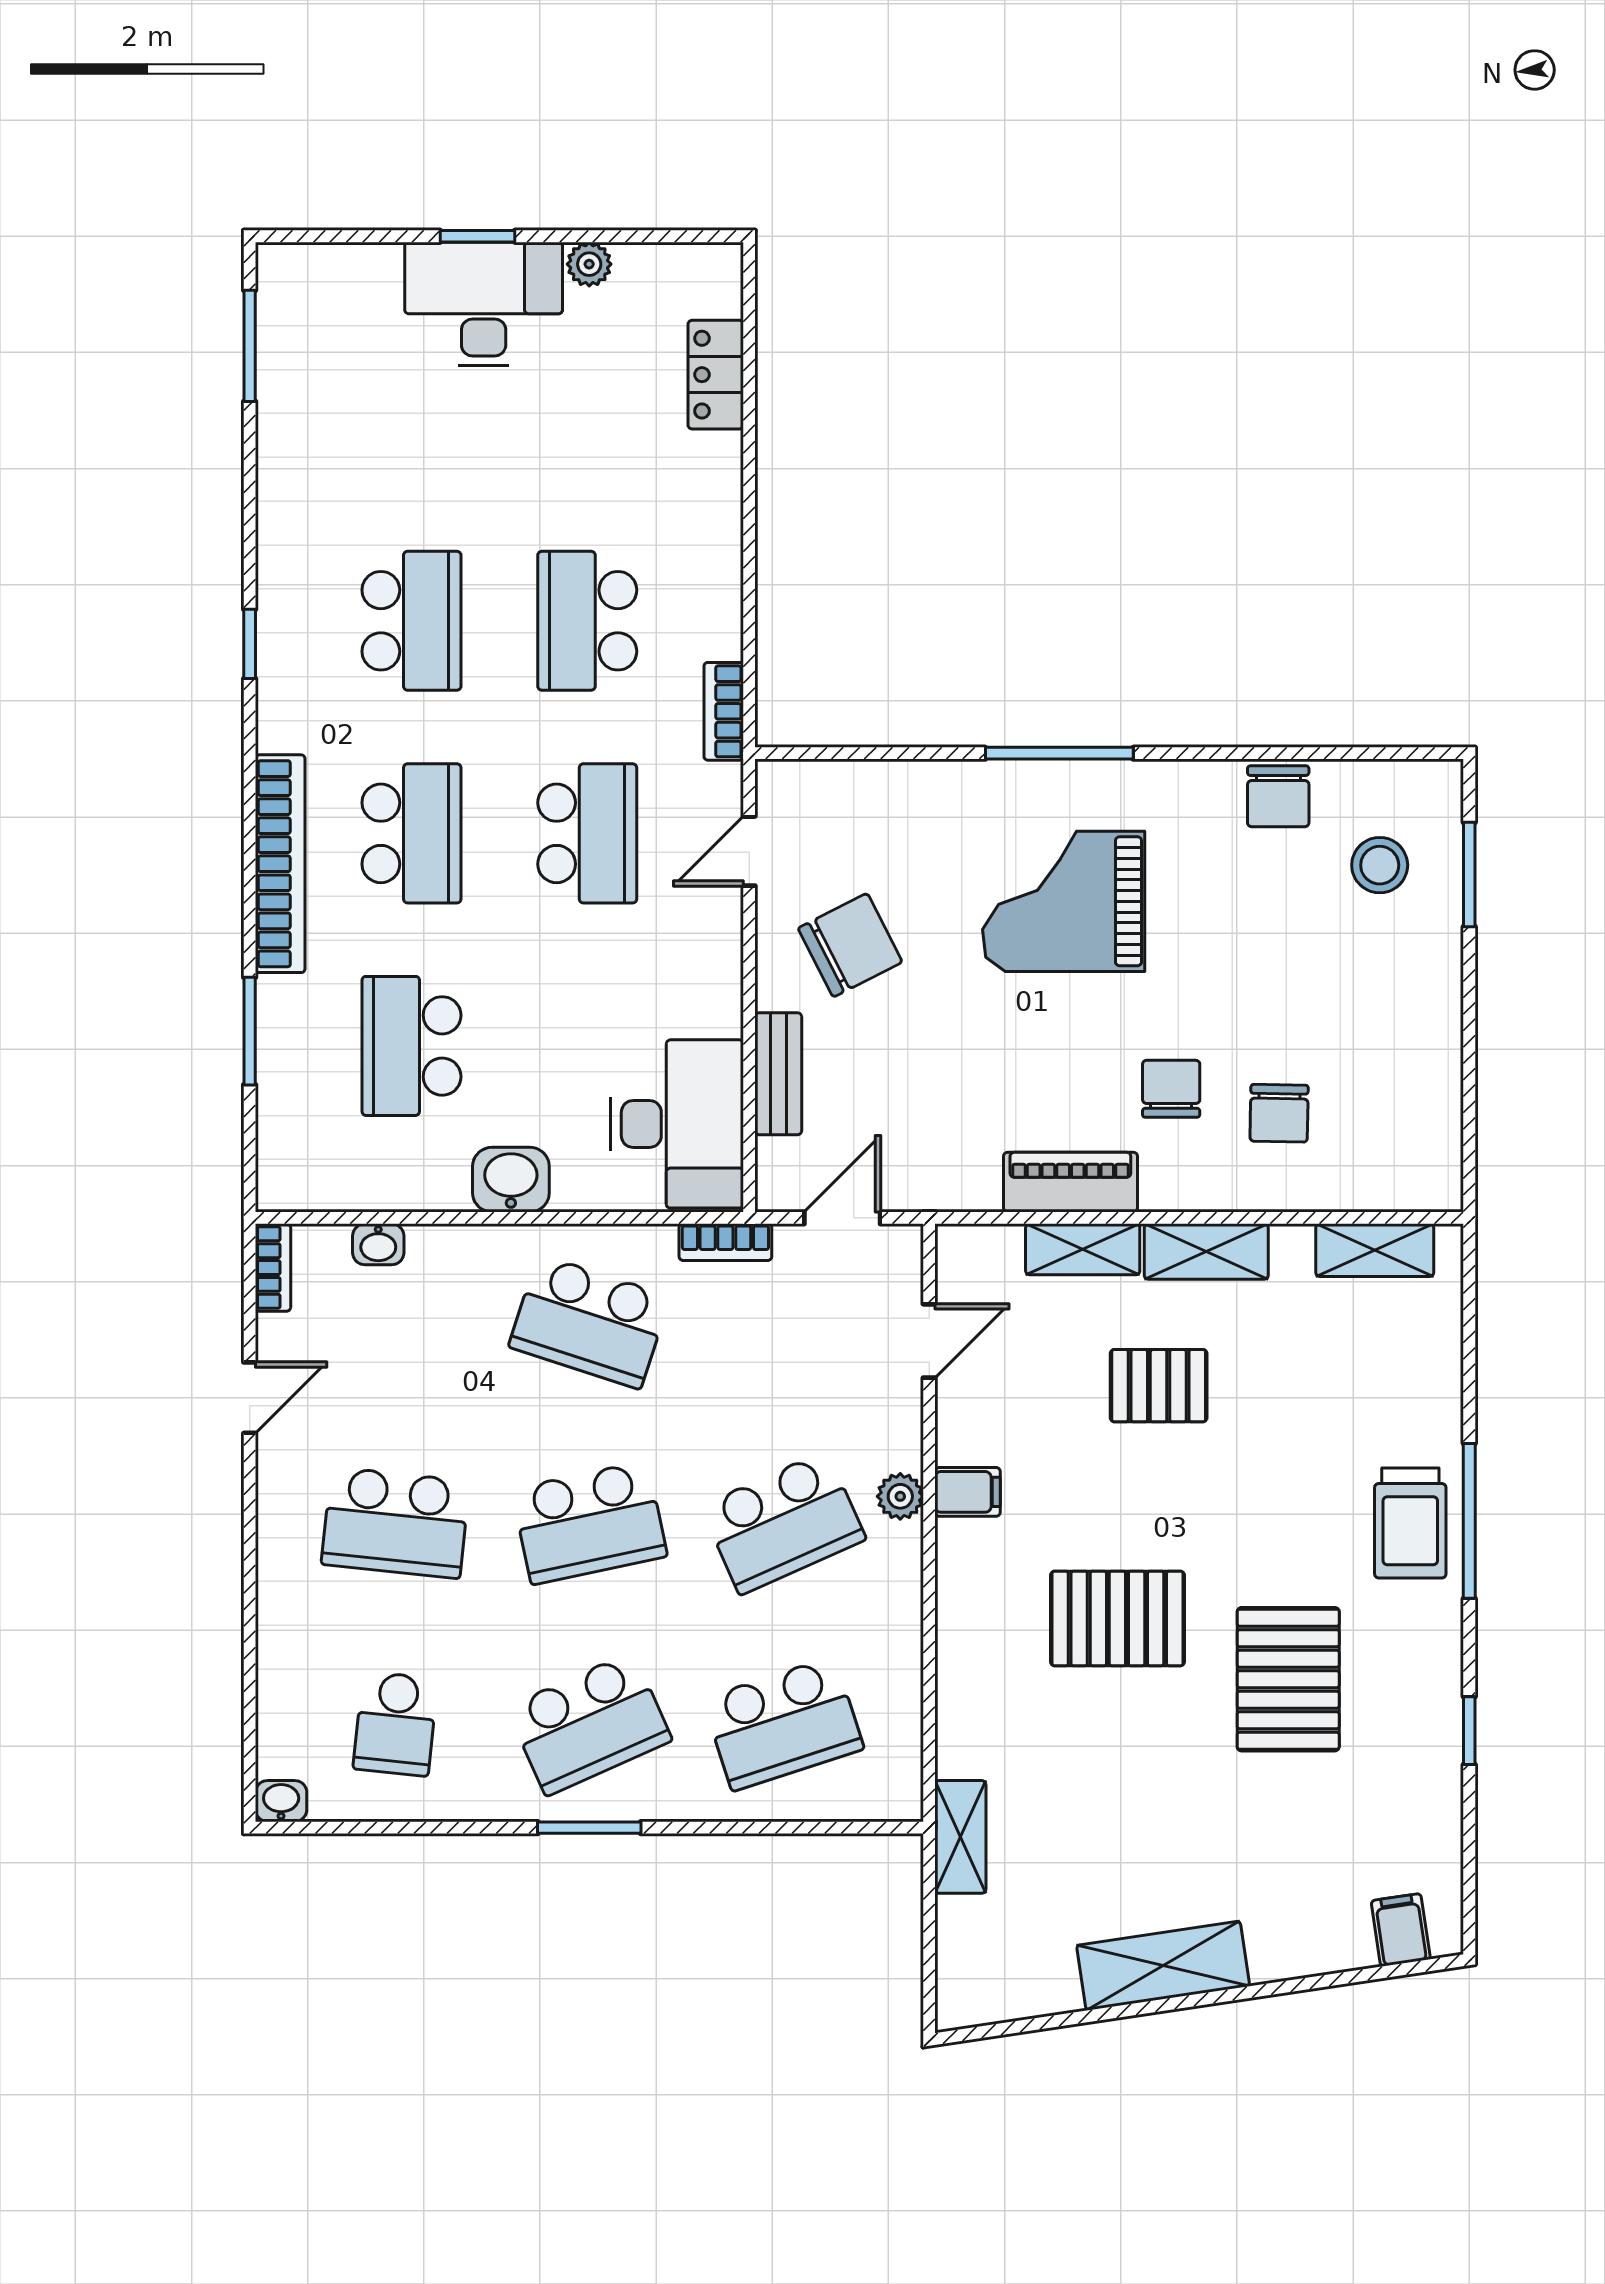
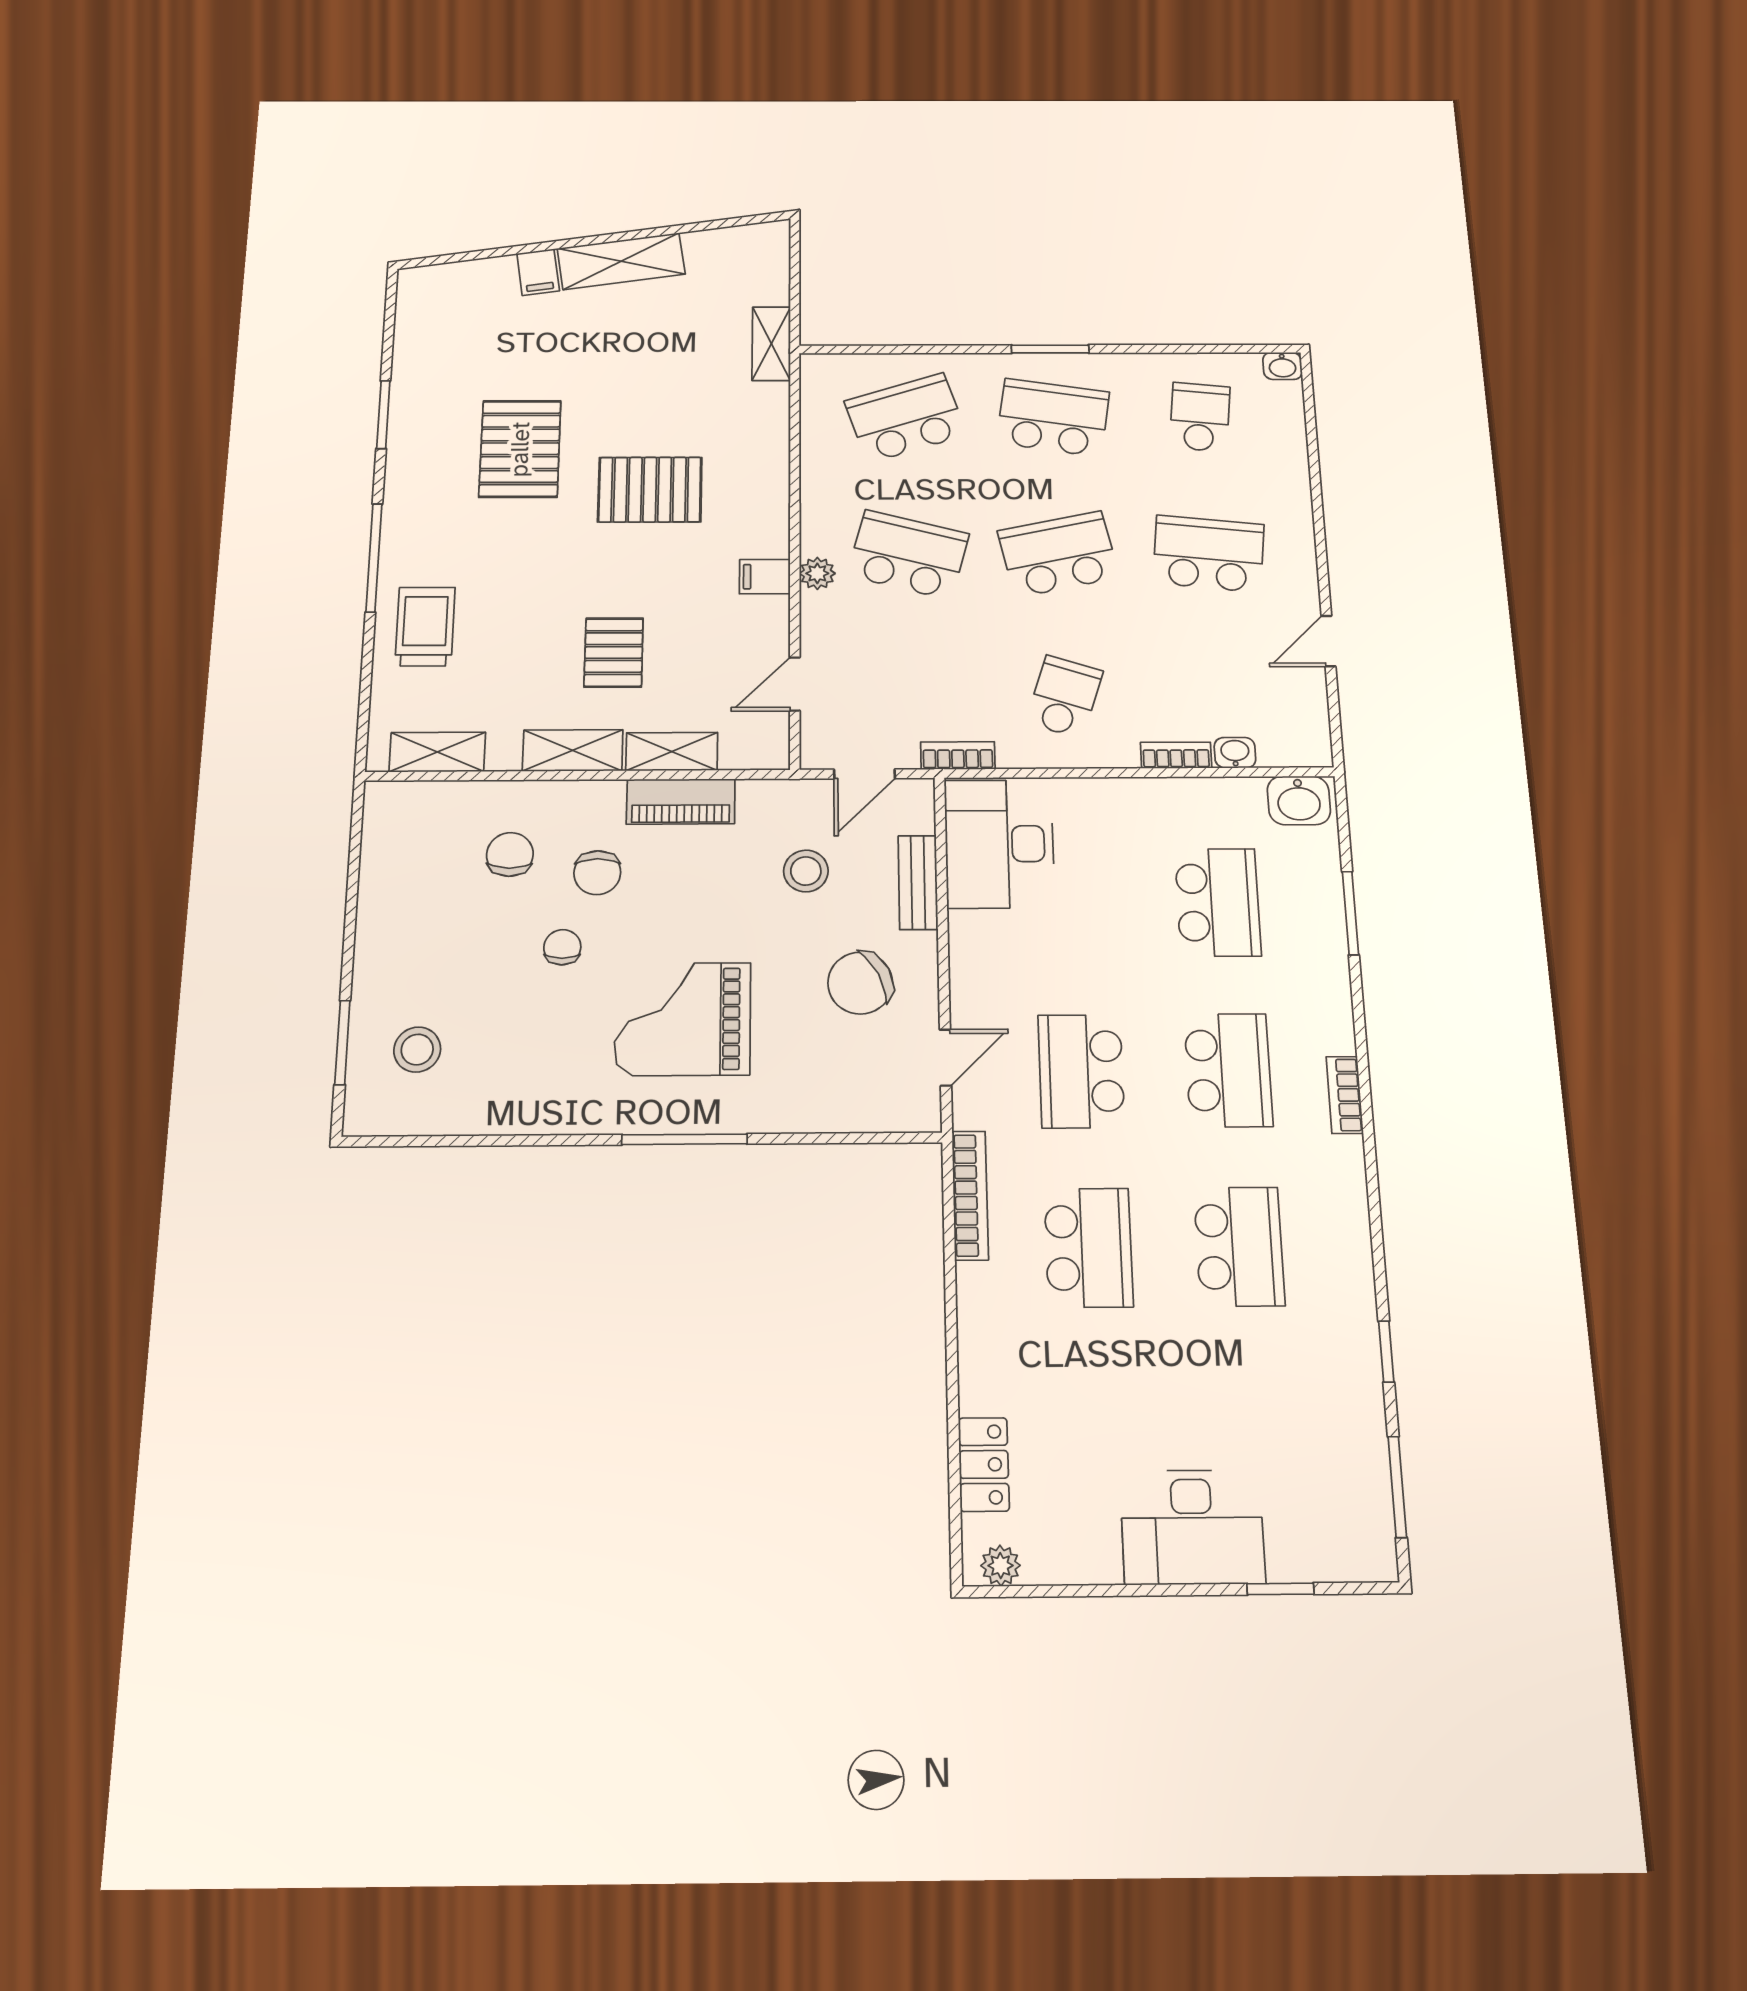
window: (477, 236) -> (1280, 1589), moved
plant: (589, 264) -> (1000, 1566), moved
school desk: (411, 621) -> (1239, 1246), turned 180
window: (250, 644) -> (1386, 1352), moved
bookcase: (724, 711) -> (970, 1195), width x1.56
chair: (1278, 796) -> (562, 947), moved, width x0.73, depth x0.73
school desk: (411, 833) -> (1228, 1070), turned 180
bookcase: (280, 864) -> (1345, 1095), width x0.43, depth x0.76
grand piano: (1064, 901) -> (683, 1019), turned 180
stool: (916, 1090) -> (806, 871), added
washbasin: (511, 1180) -> (1299, 800), moved
bookcase: (273, 1268) -> (1176, 755), moved, turned 90
school desk: (589, 1322) -> (1064, 697), width x0.54
pallet: (1159, 1386) -> (614, 652), turned 90
school desk: (783, 1523) -> (908, 555), turned 39
trolley: (1410, 1523) -> (425, 627), moved
school desk: (589, 1724) -> (1053, 417), turned 33
window: (1469, 1731) -> (383, 415), width x1.50
filing cabinet: (1401, 1930) -> (538, 272), moved

